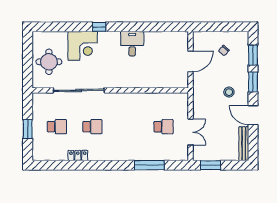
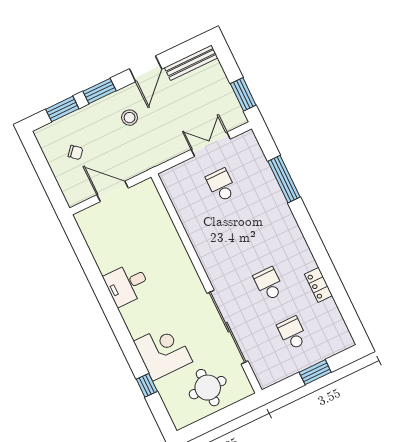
window: (99, 27) -> (147, 385), moved

